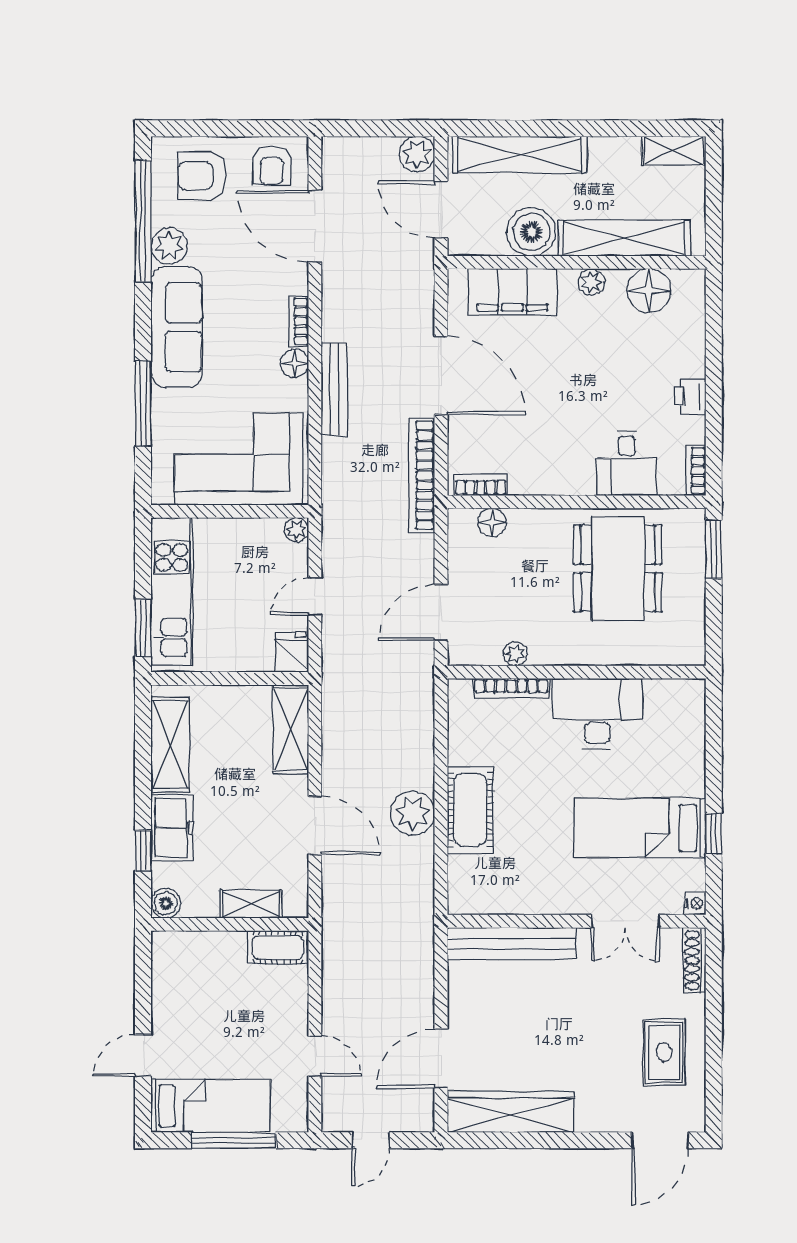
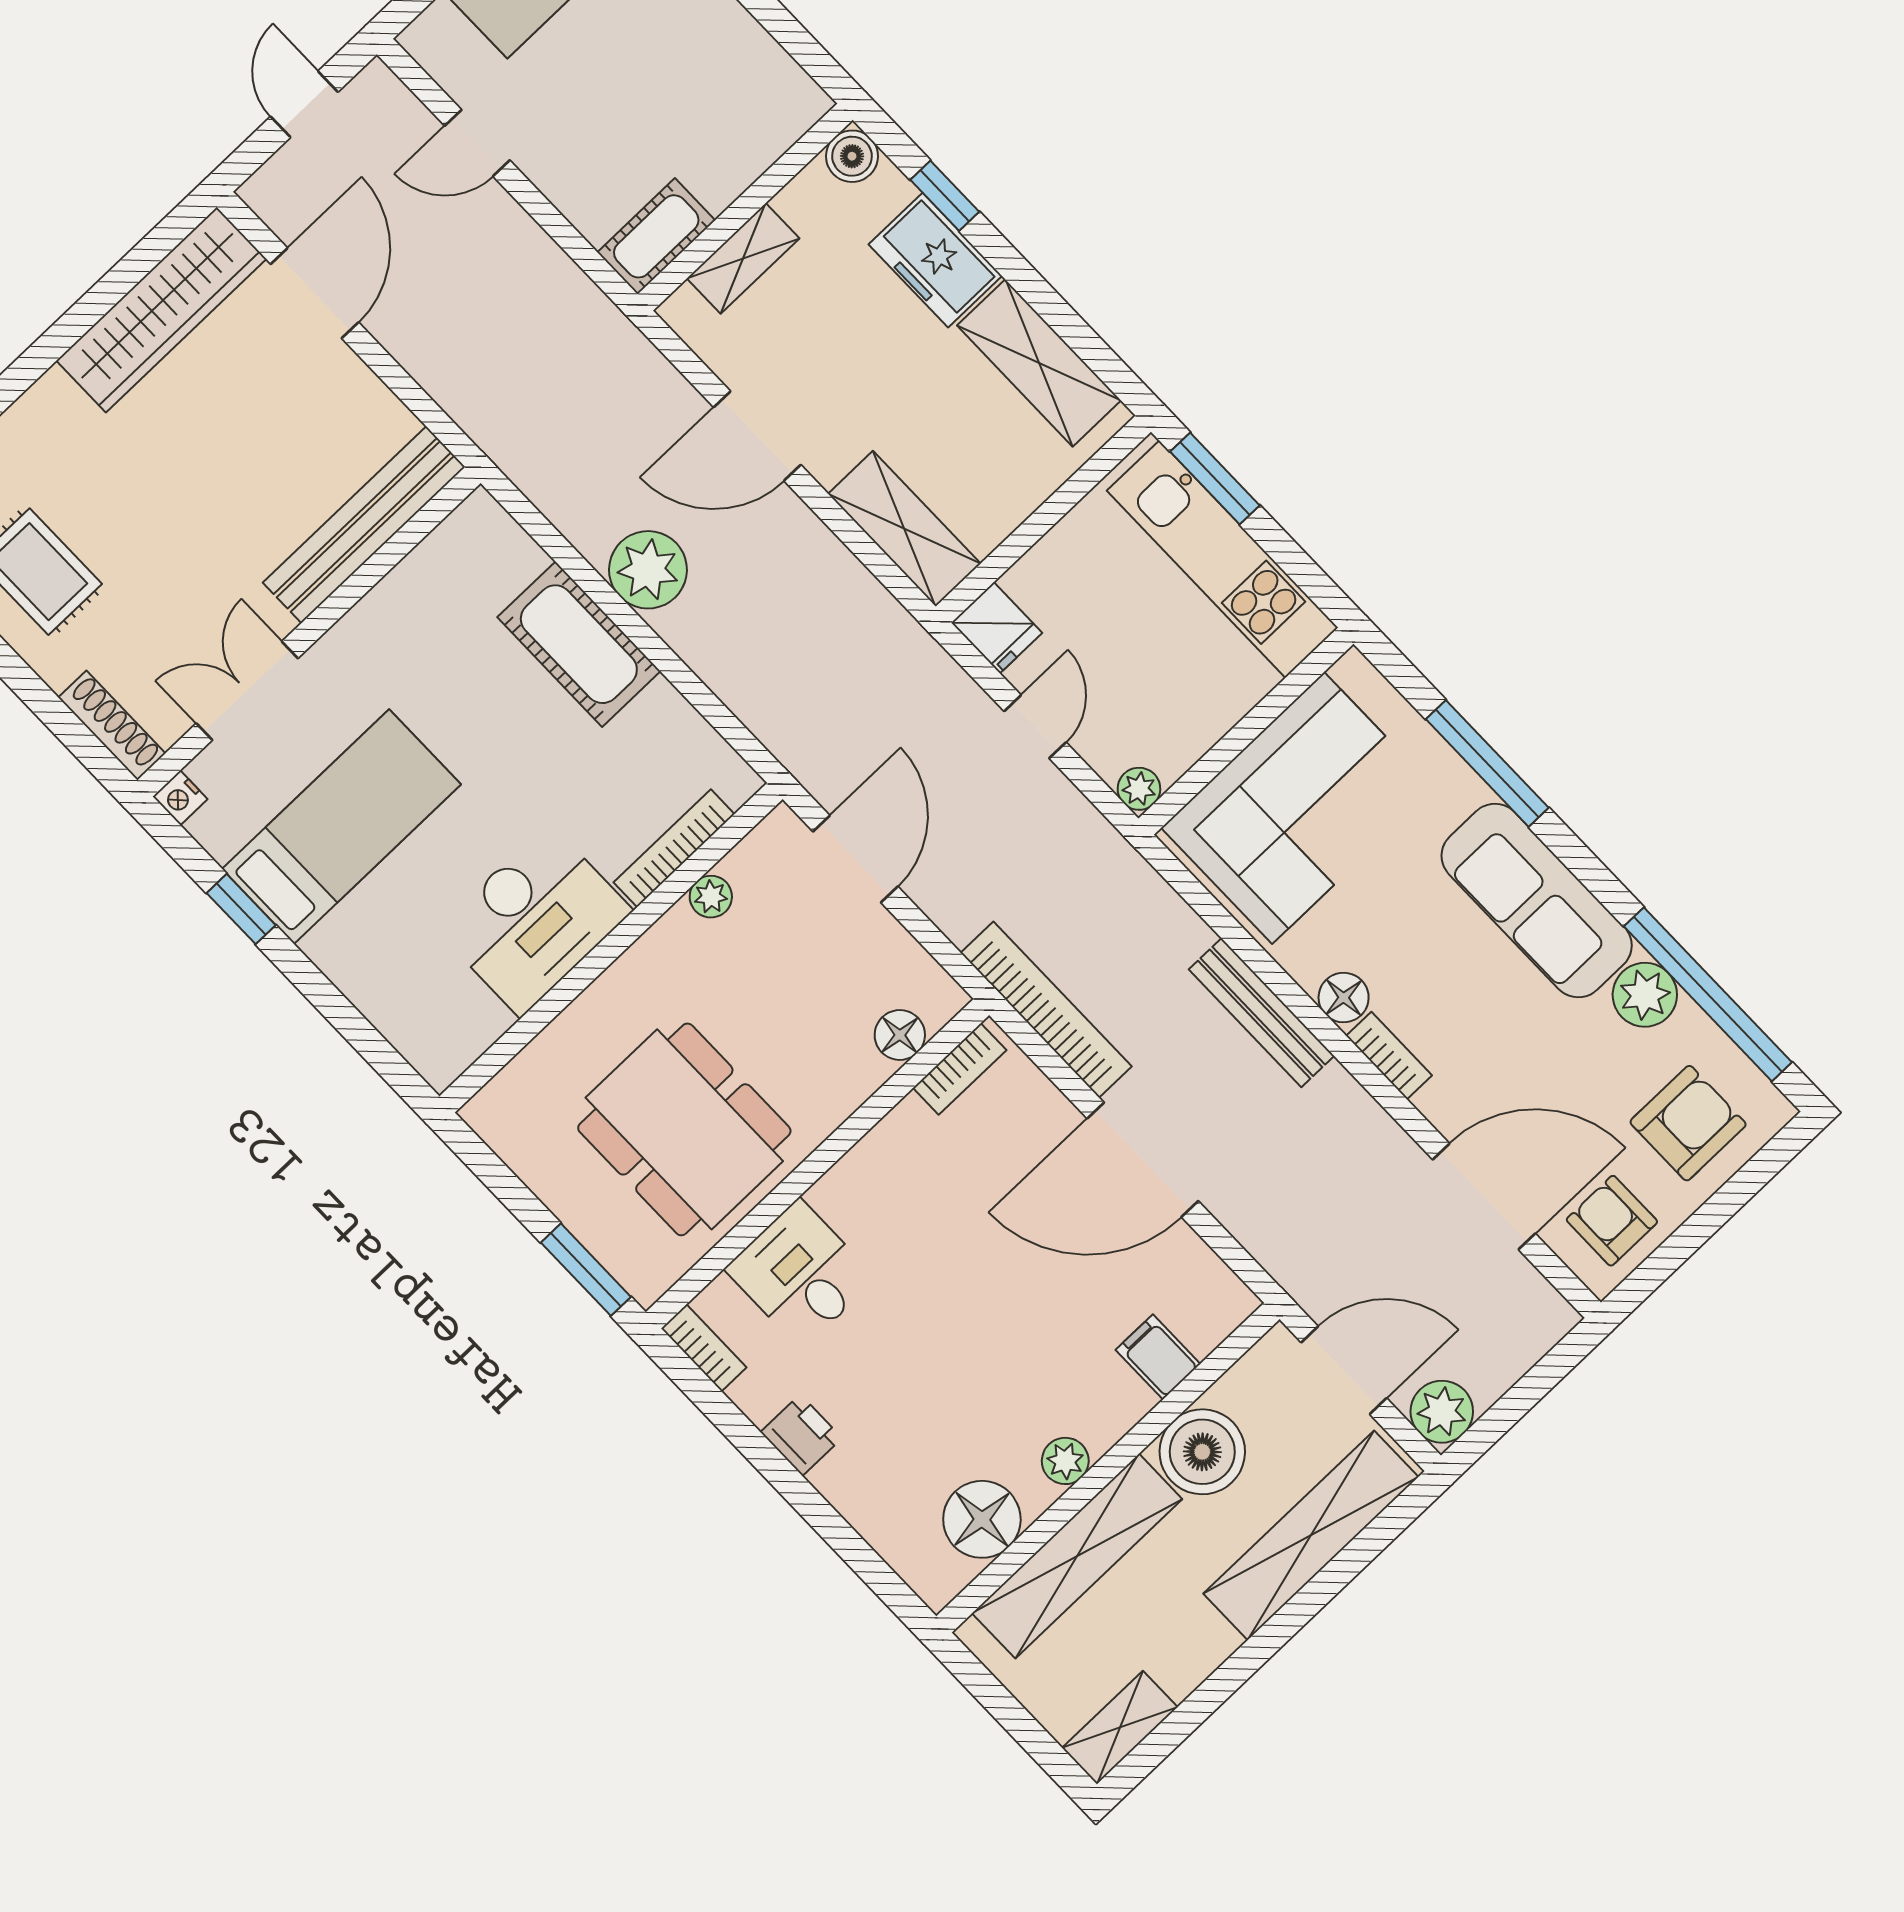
filing cabinet: (512, 292) -> (1158, 1357), width x0.33, depth x0.86

